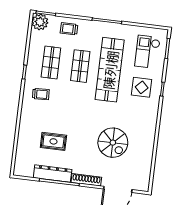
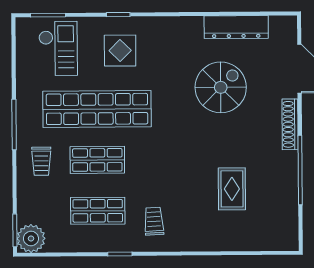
trolley: (69, 29) -> (41, 161), moved
checkout: (147, 52) -> (58, 48), turned -90
dresser: (53, 174) -> (236, 27), moved, turned -90

